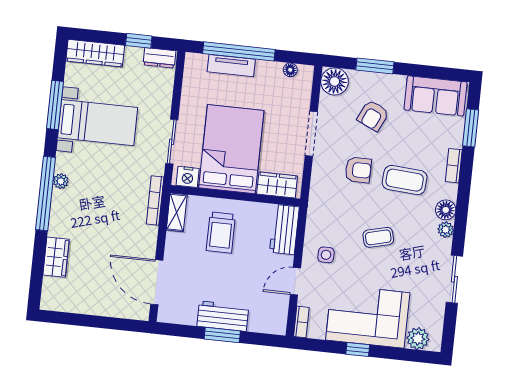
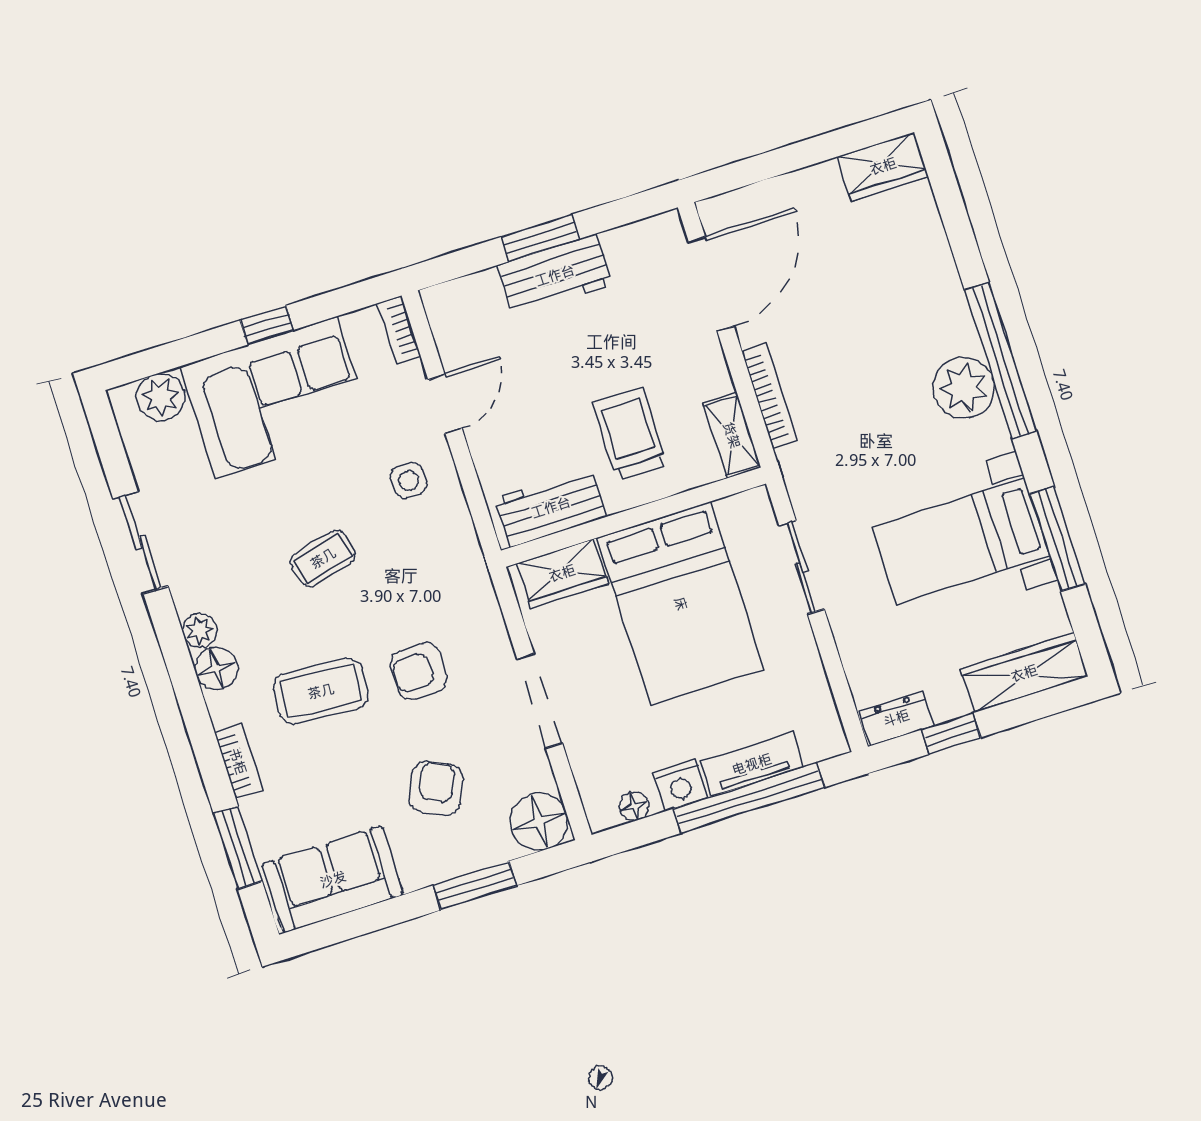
nightstand: (188, 177) -> (680, 785), moved, turned 180
plant: (61, 181) -> (964, 388), width x1.87, depth x1.87
bookcase: (155, 200) -> (770, 396), moved
workbench: (284, 230) -> (551, 507), moved, turned -90
wardrobe: (56, 257) -> (883, 166), moved, turned -90
door: (157, 282) -> (711, 284), hinge flipped

